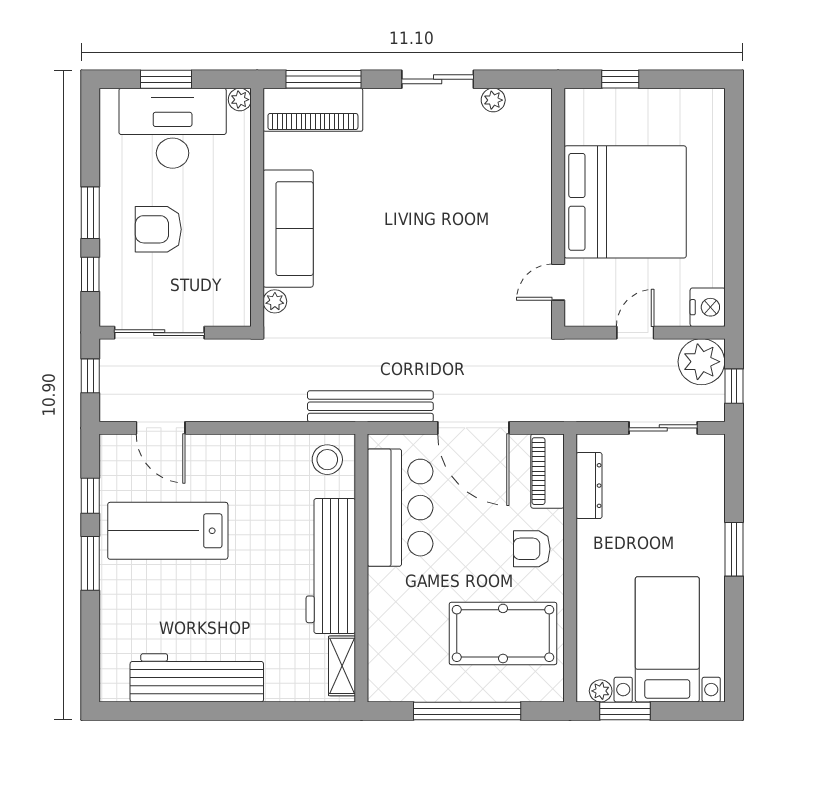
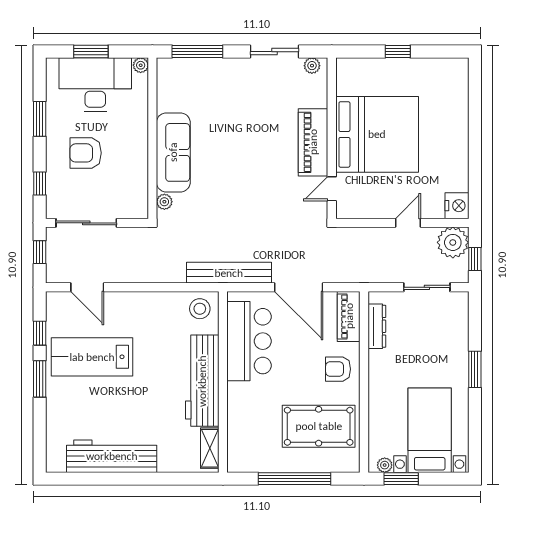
piano: (313, 110) -> (313, 142), moved, turned 90
bed: (625, 202) -> (377, 134), moved
wall: (558, 207) -> (332, 138), moved
window: (90, 213) -> (40, 119), moved
door: (558, 282) -> (332, 189), moved

